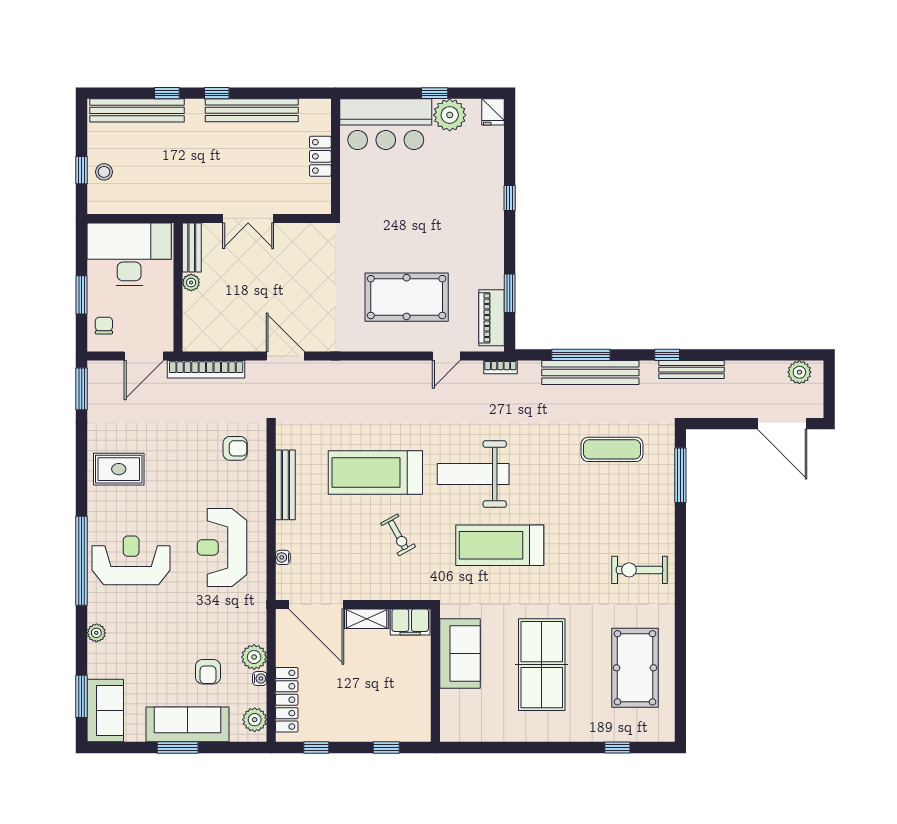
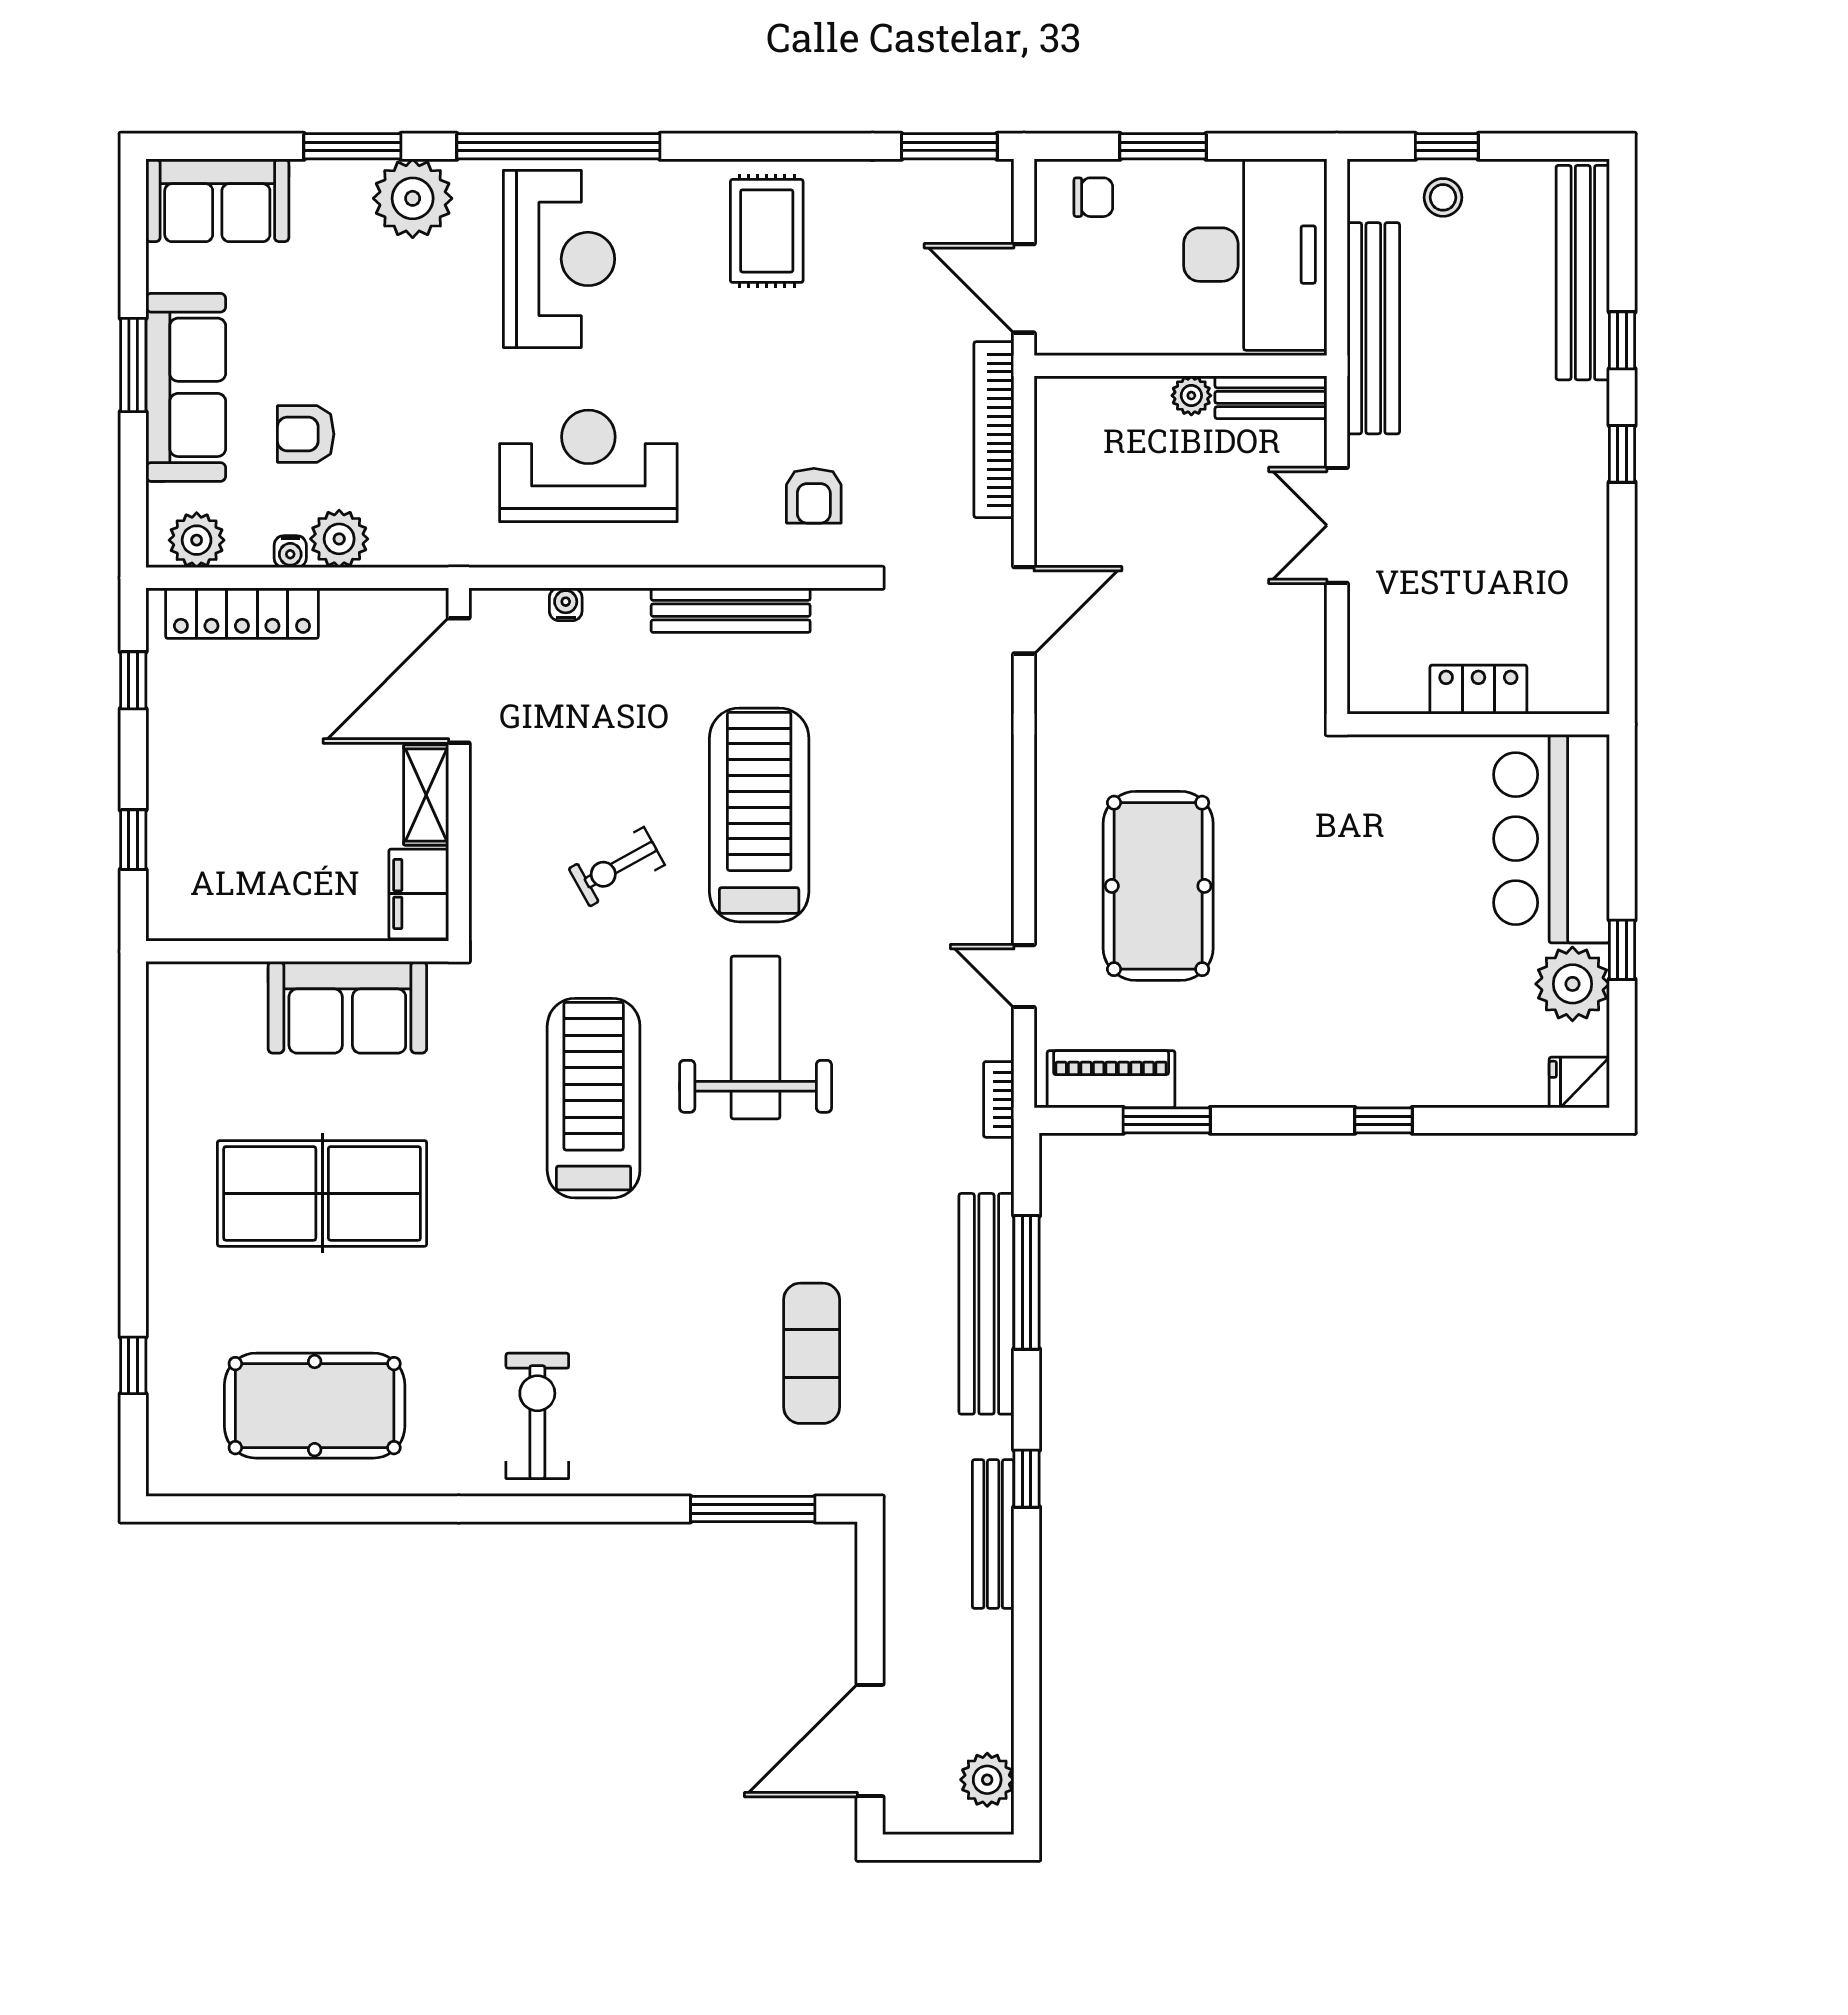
bench: (252, 110) -> (1373, 328), moved
plant: (96, 633) -> (413, 198), width x1.88, depth x1.88
window: (82, 696) -> (352, 146), moved

